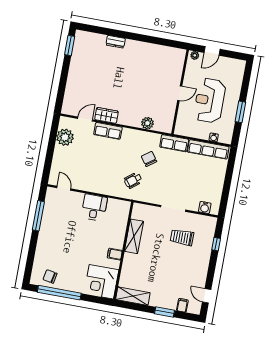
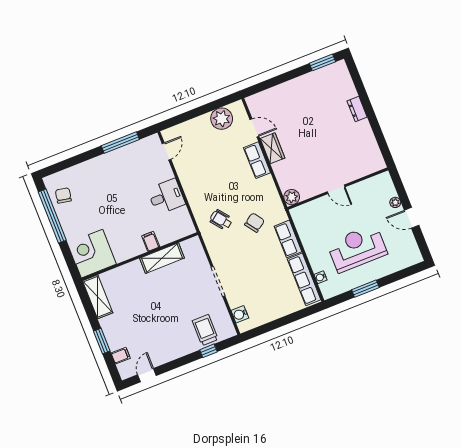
wall: (180, 92) -> (338, 189), moved
door: (180, 93) -> (336, 189), moved
trolley: (182, 237) -> (205, 330), moved
filing cabinet: (115, 254) -> (151, 241), moved

